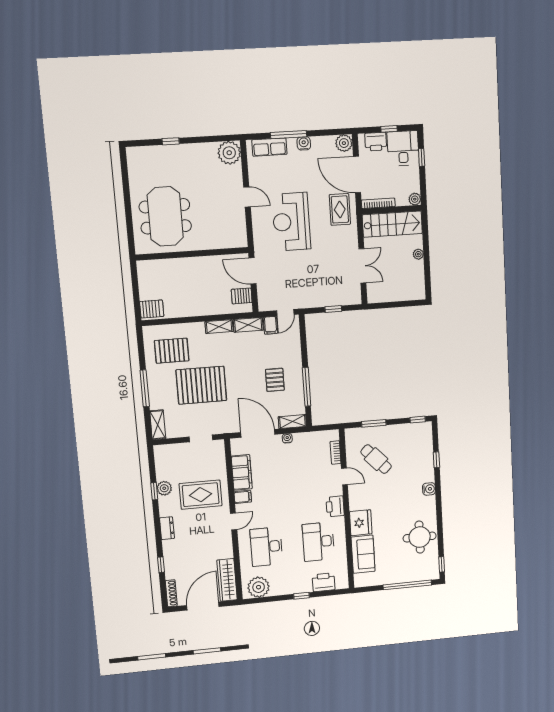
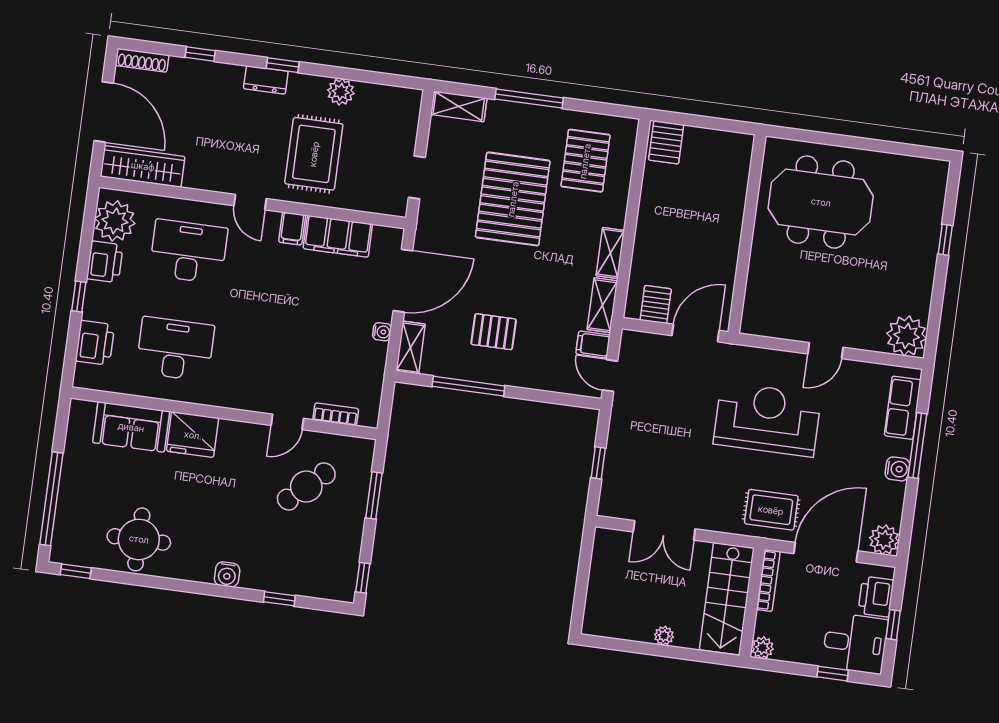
window: (154, 491) -> (283, 65), moved
printer: (335, 506) -> (105, 262), moved, turned 90

